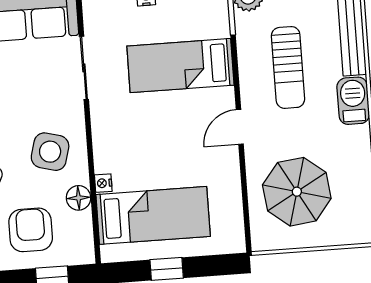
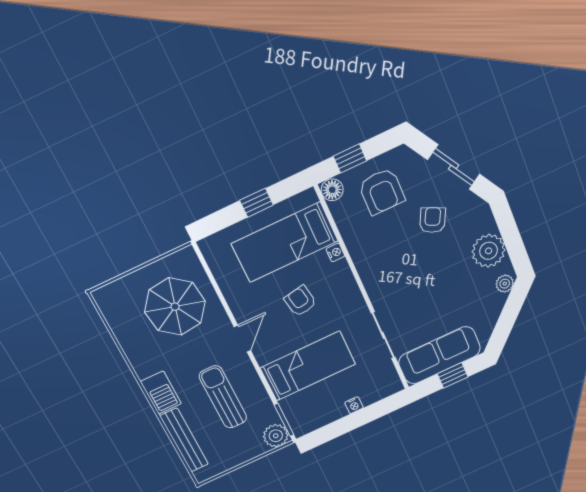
armchair: (161, 144) -> (300, 301), added
side table: (50, 152) -> (388, 261), removed
floor lamp: (79, 198) -> (332, 190), moved

